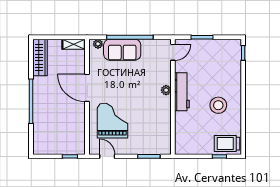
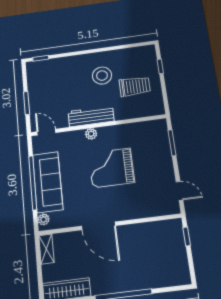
sofa: (122, 50) -> (48, 182), width x1.36
door: (87, 88) -> (99, 226), hinge flipped
grand piano: (112, 121) -> (111, 168), moved
trolley: (227, 144) -> (135, 86), moved, turned -90
door: (107, 156) -> (180, 191), swing flipped

